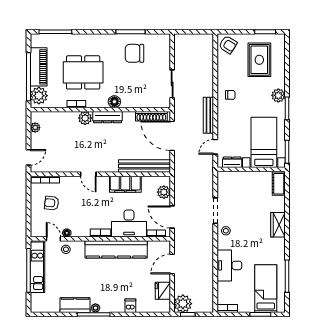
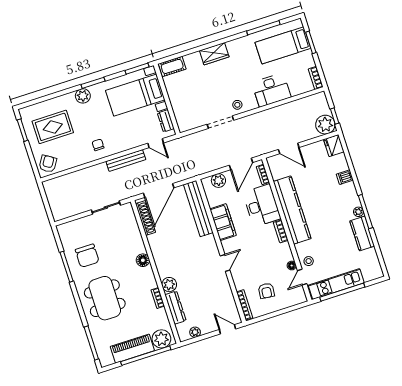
dining table: (83, 72) -> (105, 298), moved
dresser: (108, 117) -> (175, 308), moved
fridge: (163, 291) -> (334, 146), moved, turned 90

